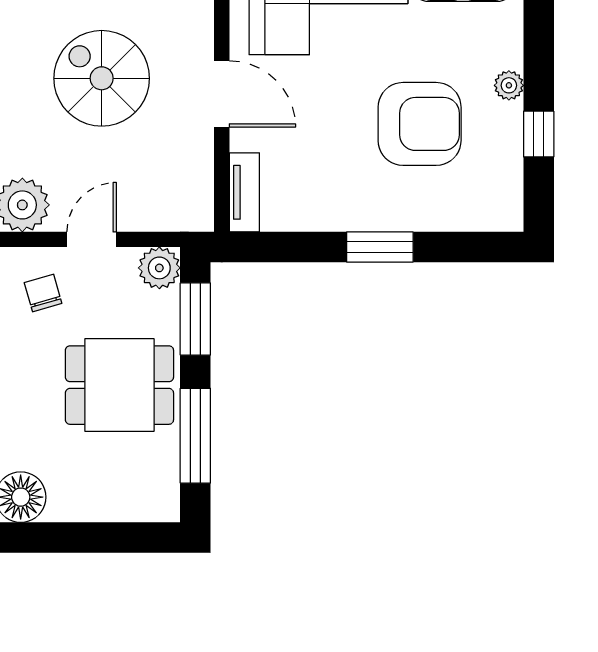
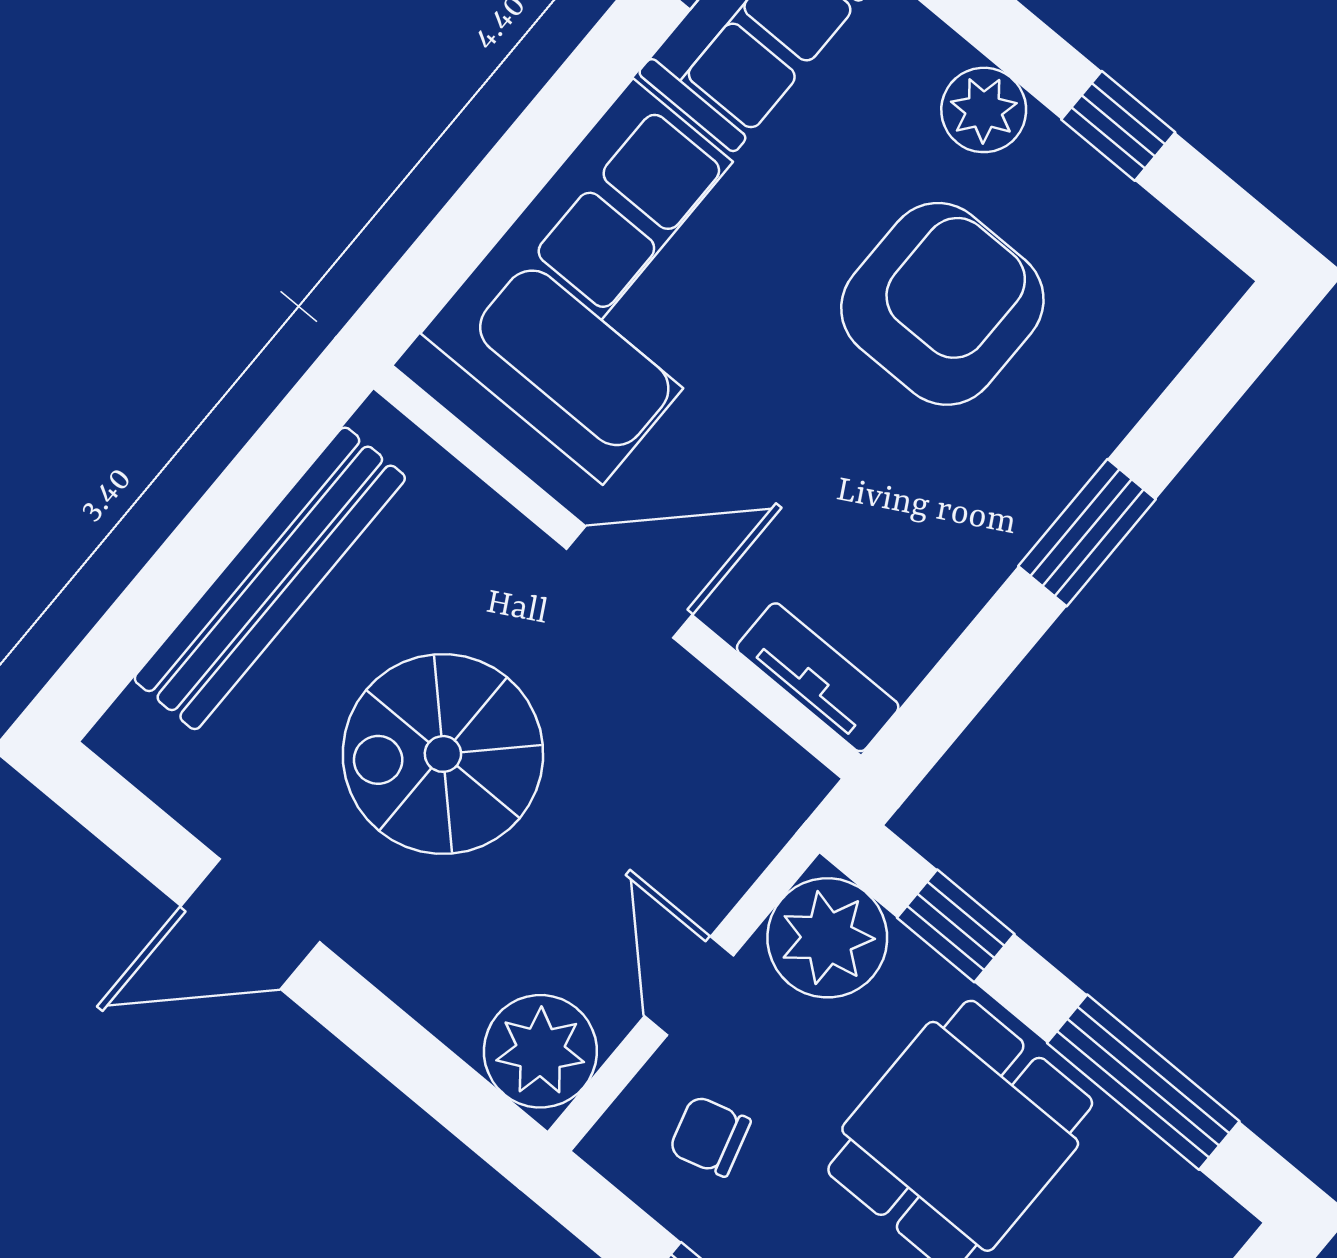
plant: (509, 85) -> (984, 110), width x1.38, depth x1.38
plant: (159, 268) -> (827, 938), width x1.36, depth x1.36
window: (195, 319) -> (956, 926), width x0.67

